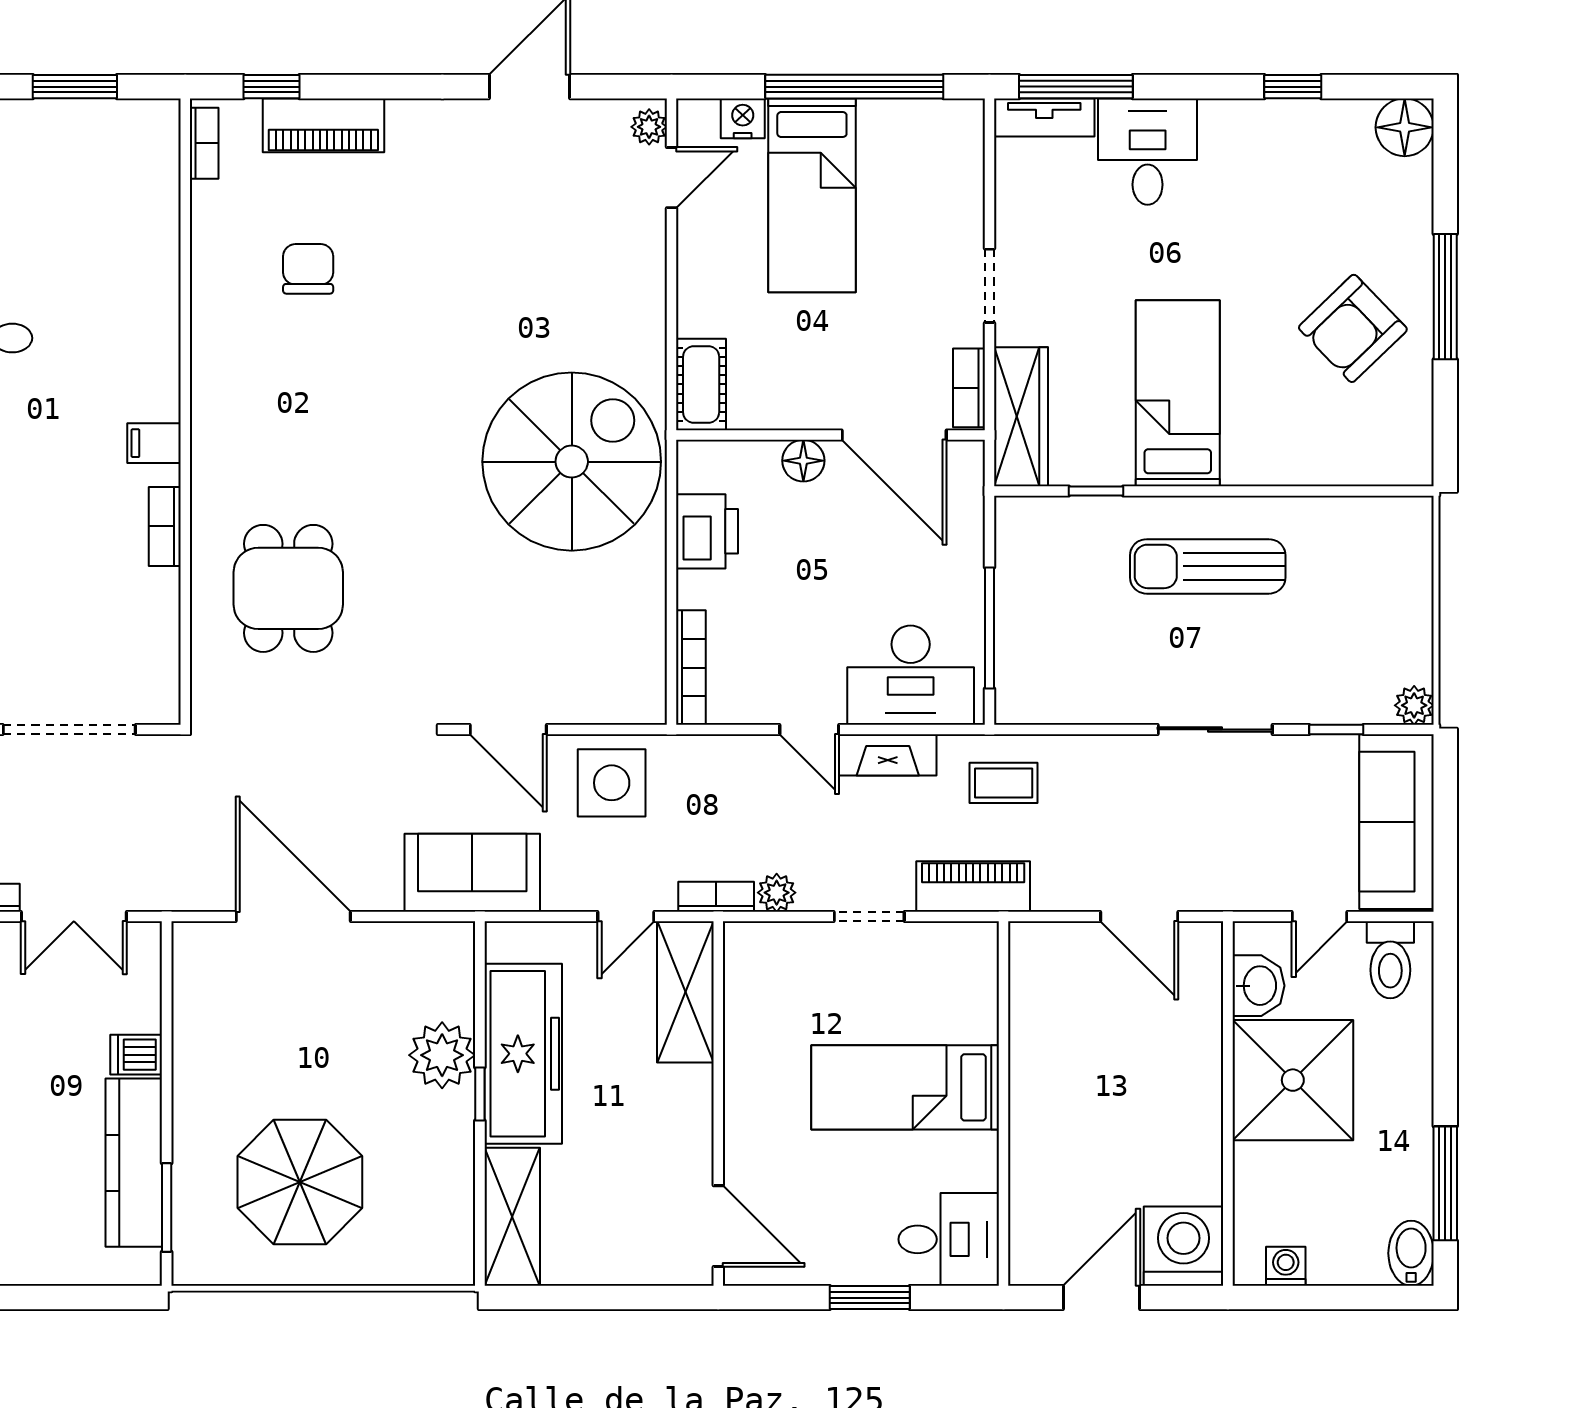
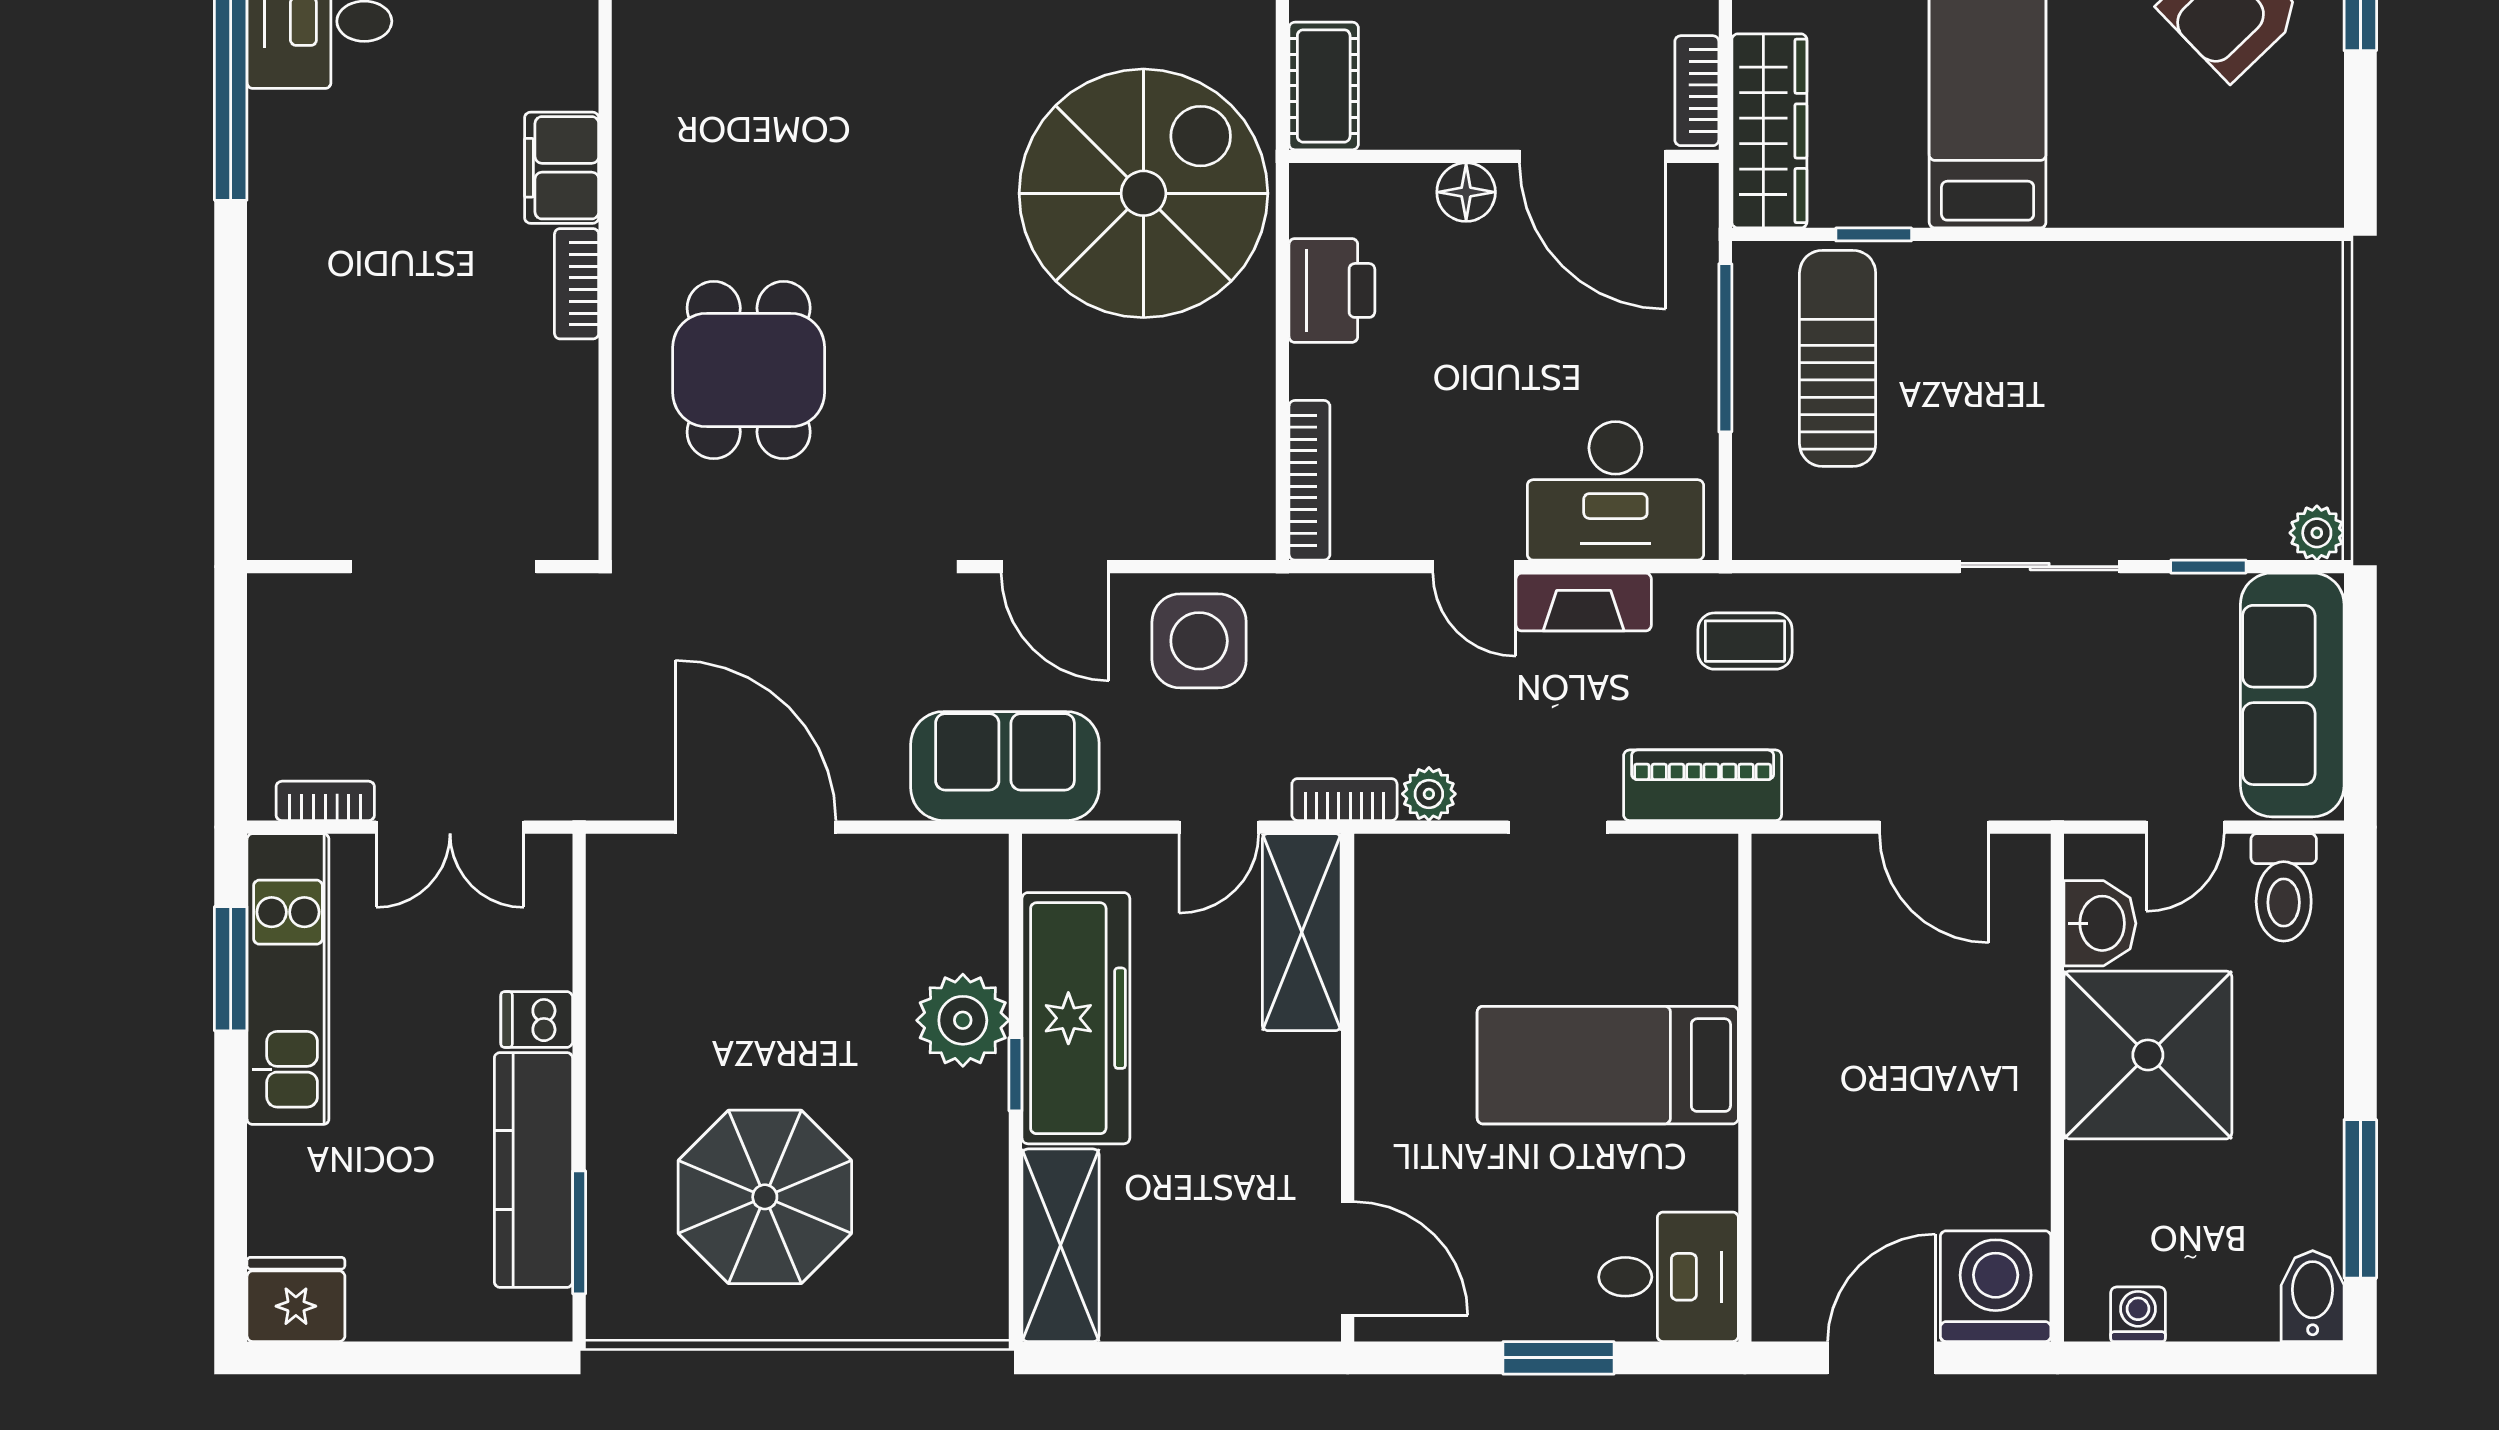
filing cabinet: (154, 443) -> (562, 168), width x2.00
sun lounger: (1208, 566) -> (1838, 358), moved, turned 90
window: (989, 628) -> (1725, 348), moved

